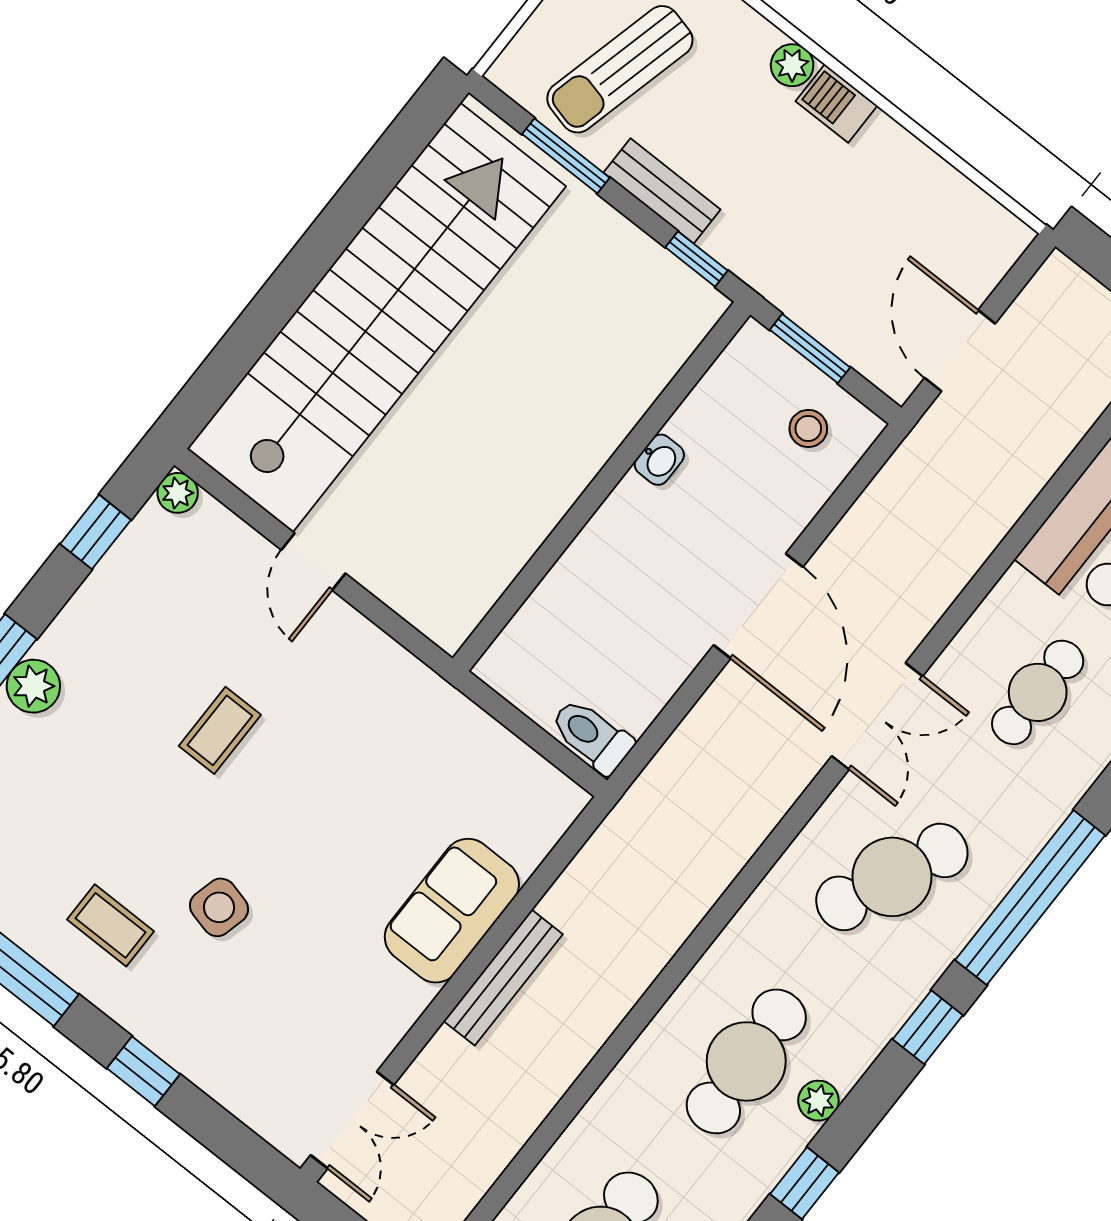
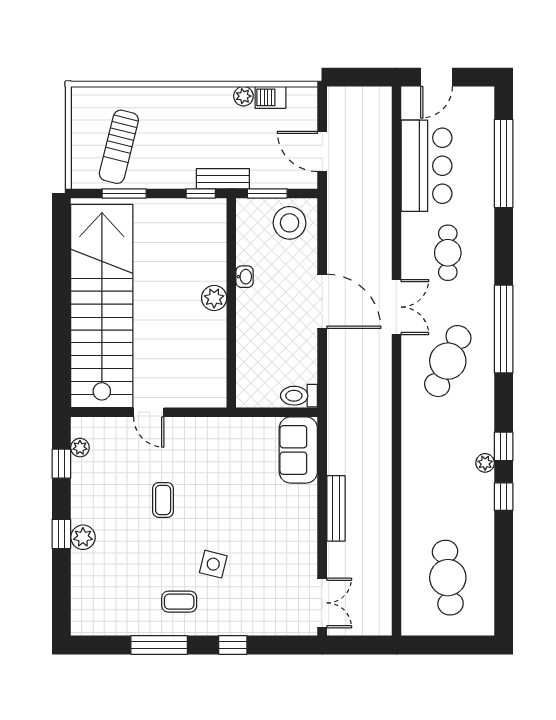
plant: (792, 65) -> (243, 96), moved
barbecue: (836, 104) -> (270, 97), moved
bench: (662, 191) -> (223, 179), moved
stool: (808, 428) -> (290, 223), width x1.89, depth x1.89
plant: (579, 455) -> (214, 298), added
plant: (178, 493) -> (80, 448), moved
sofa: (452, 911) -> (298, 450), moved
window: (928, 1027) -> (504, 446), moved
cafe table: (746, 1061) -> (448, 469), removed

